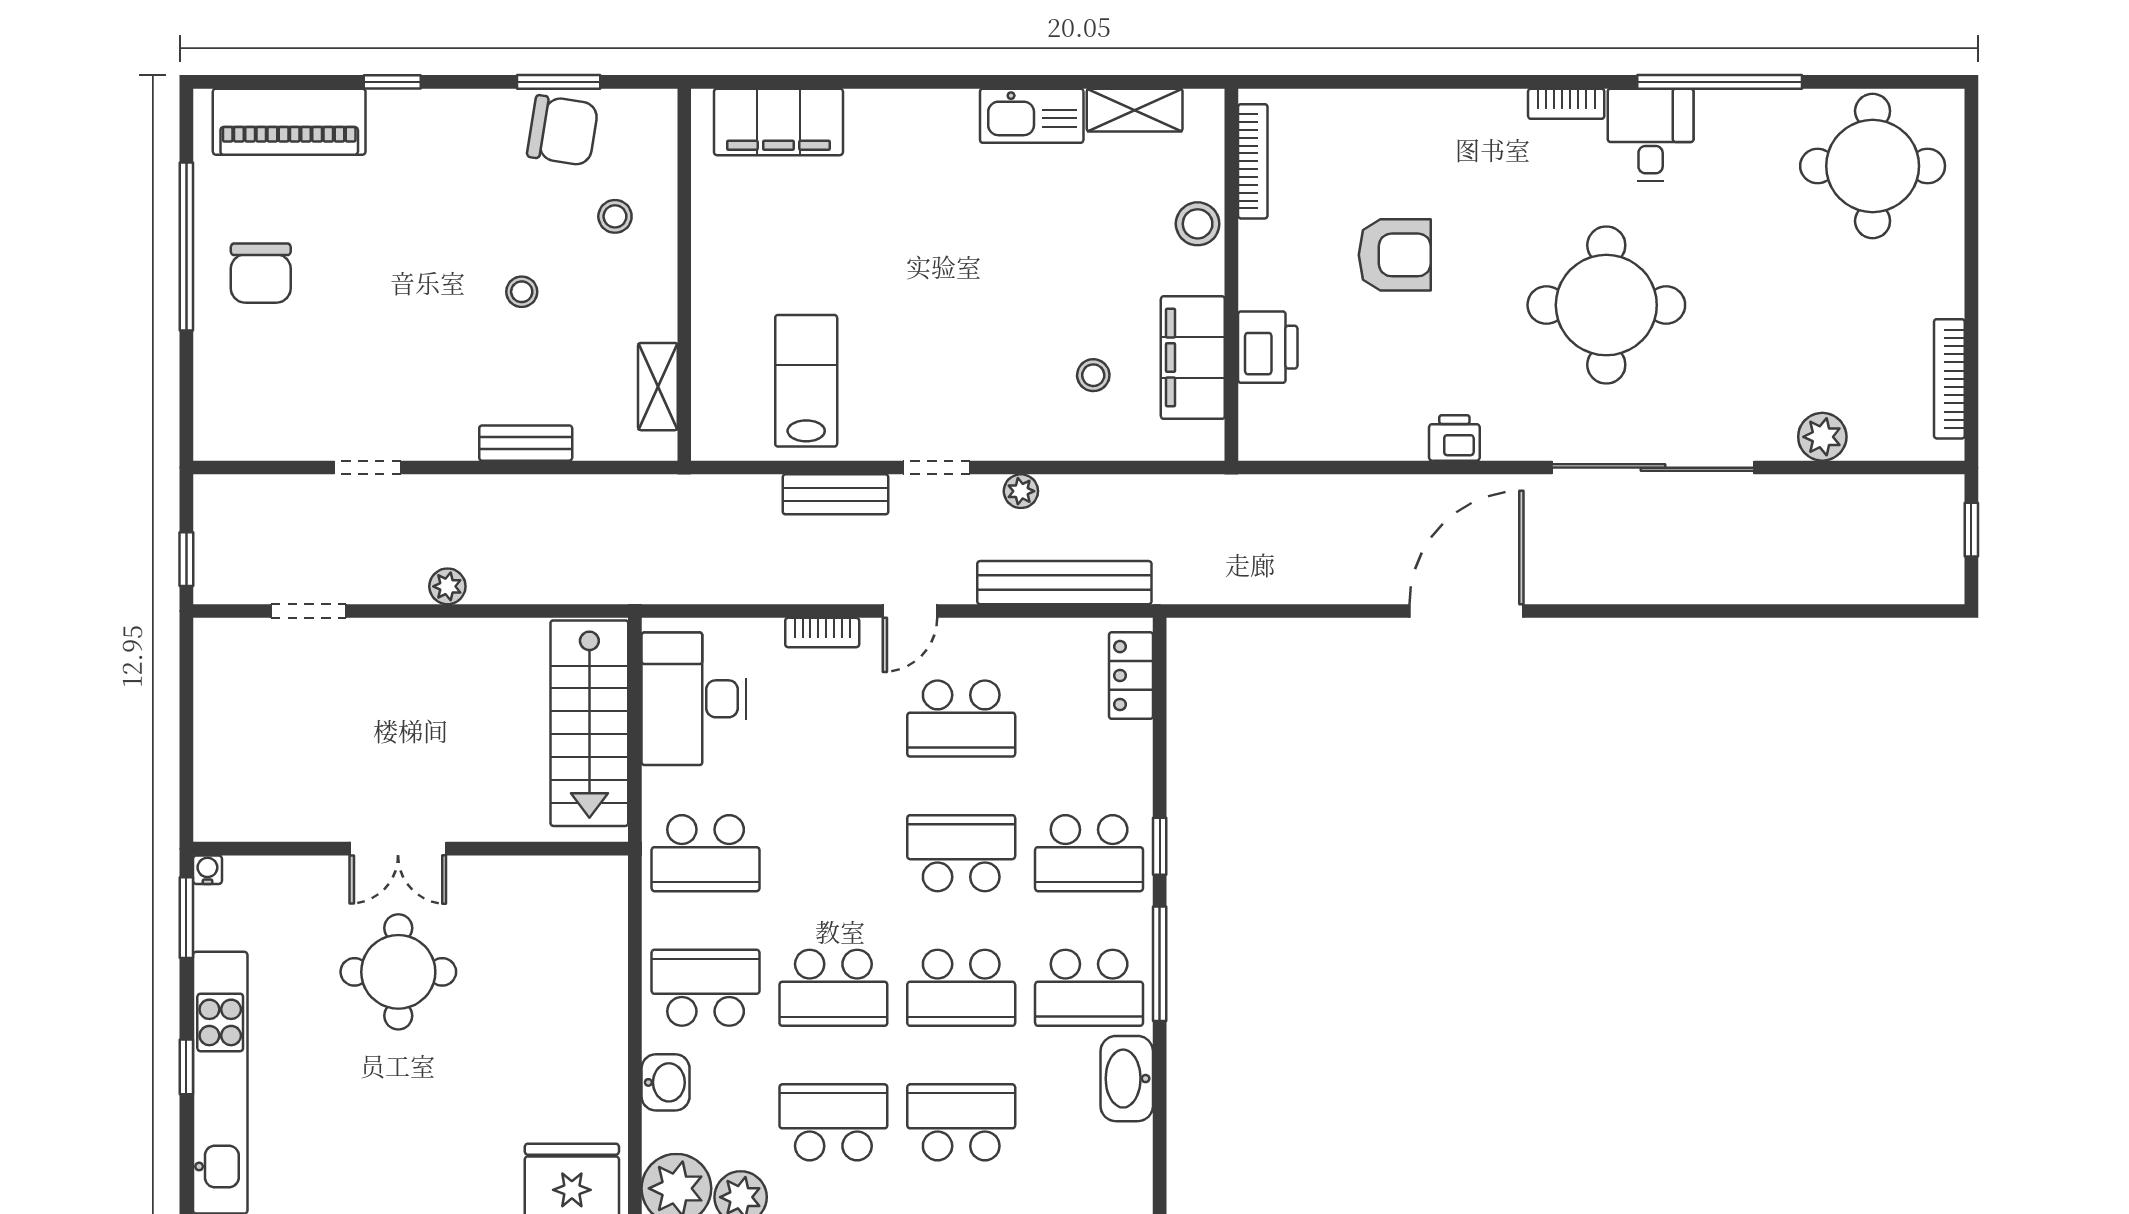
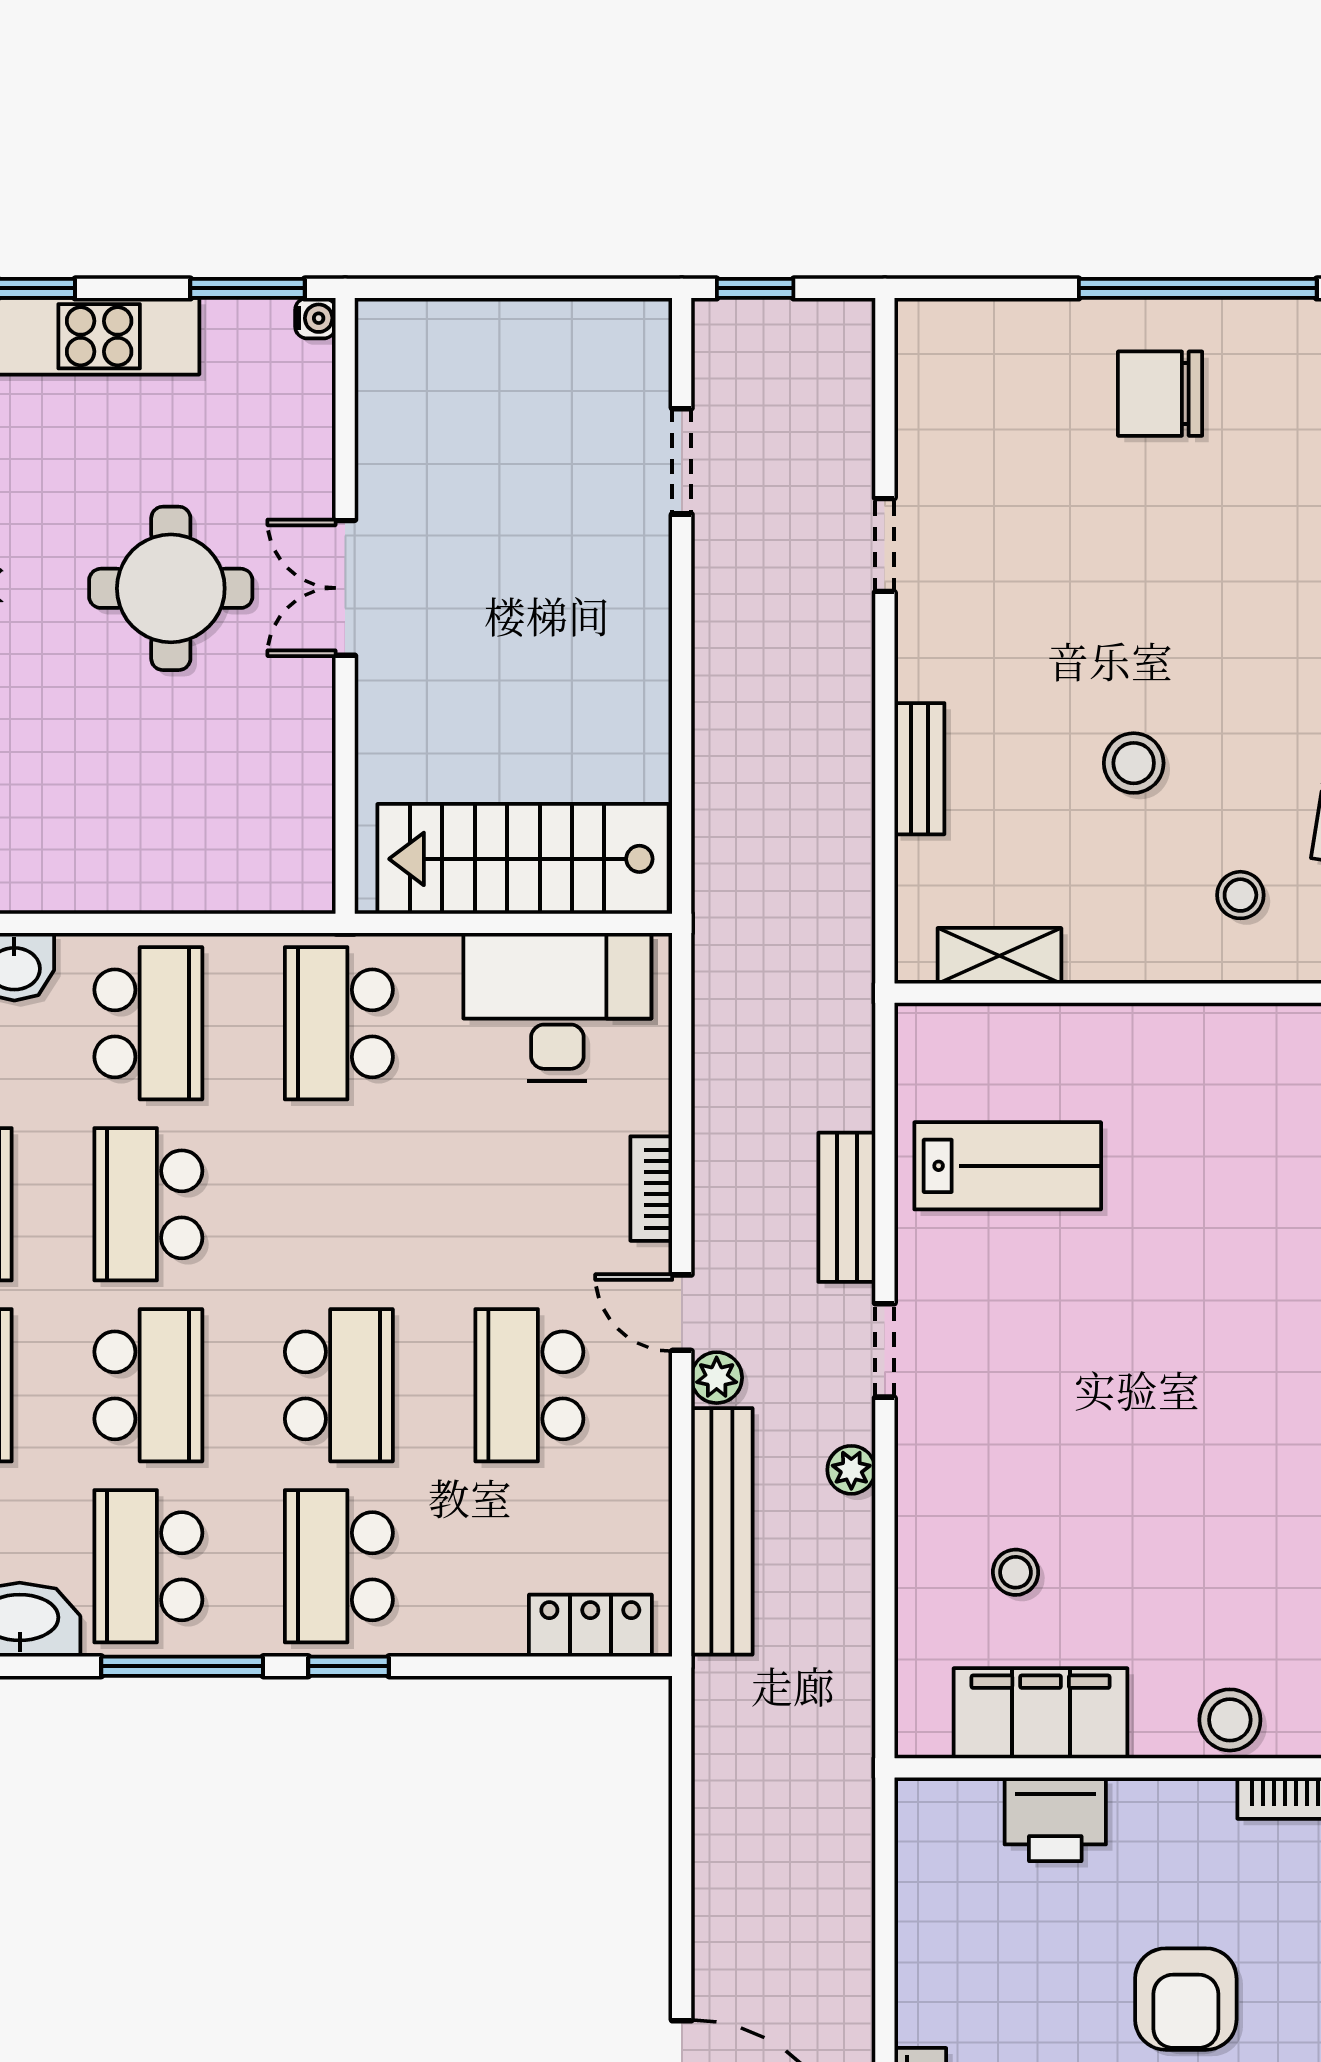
stool: (522, 292) -> (1134, 763), width x1.37, depth x1.37
plant: (447, 586) -> (717, 1378), moved
school desk: (961, 988) -> (148, 1385), turned 180

